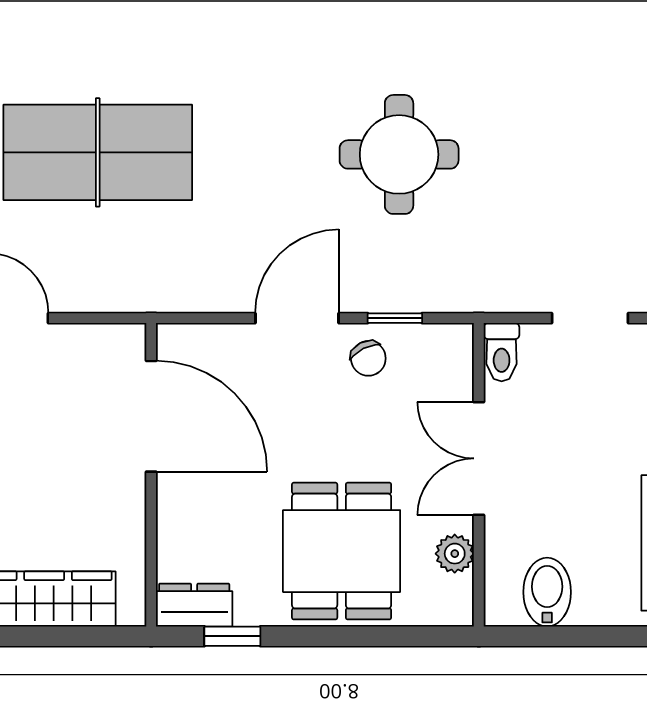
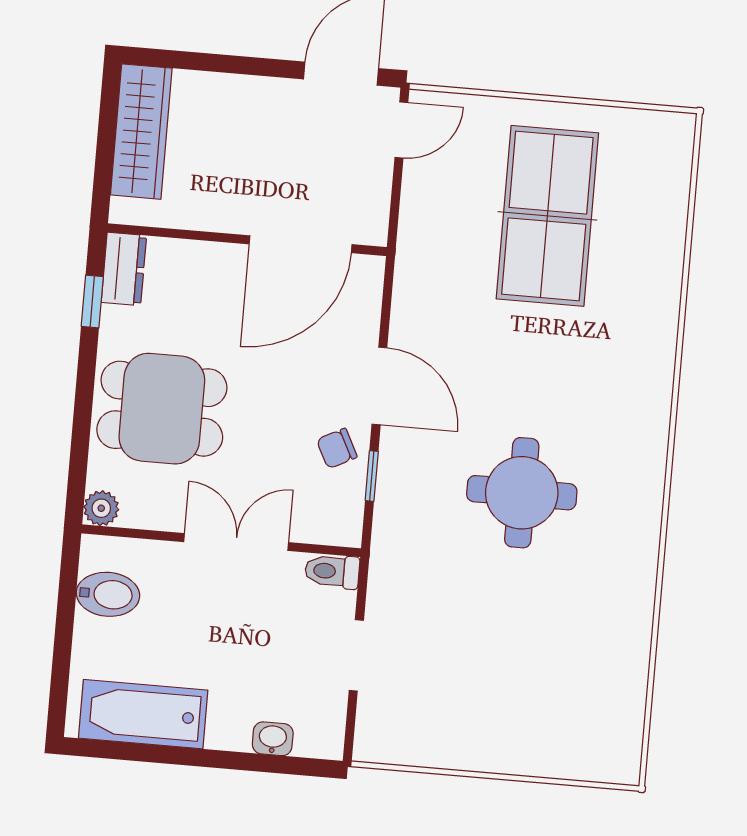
plant: (455, 554) -> (101, 508), moved

